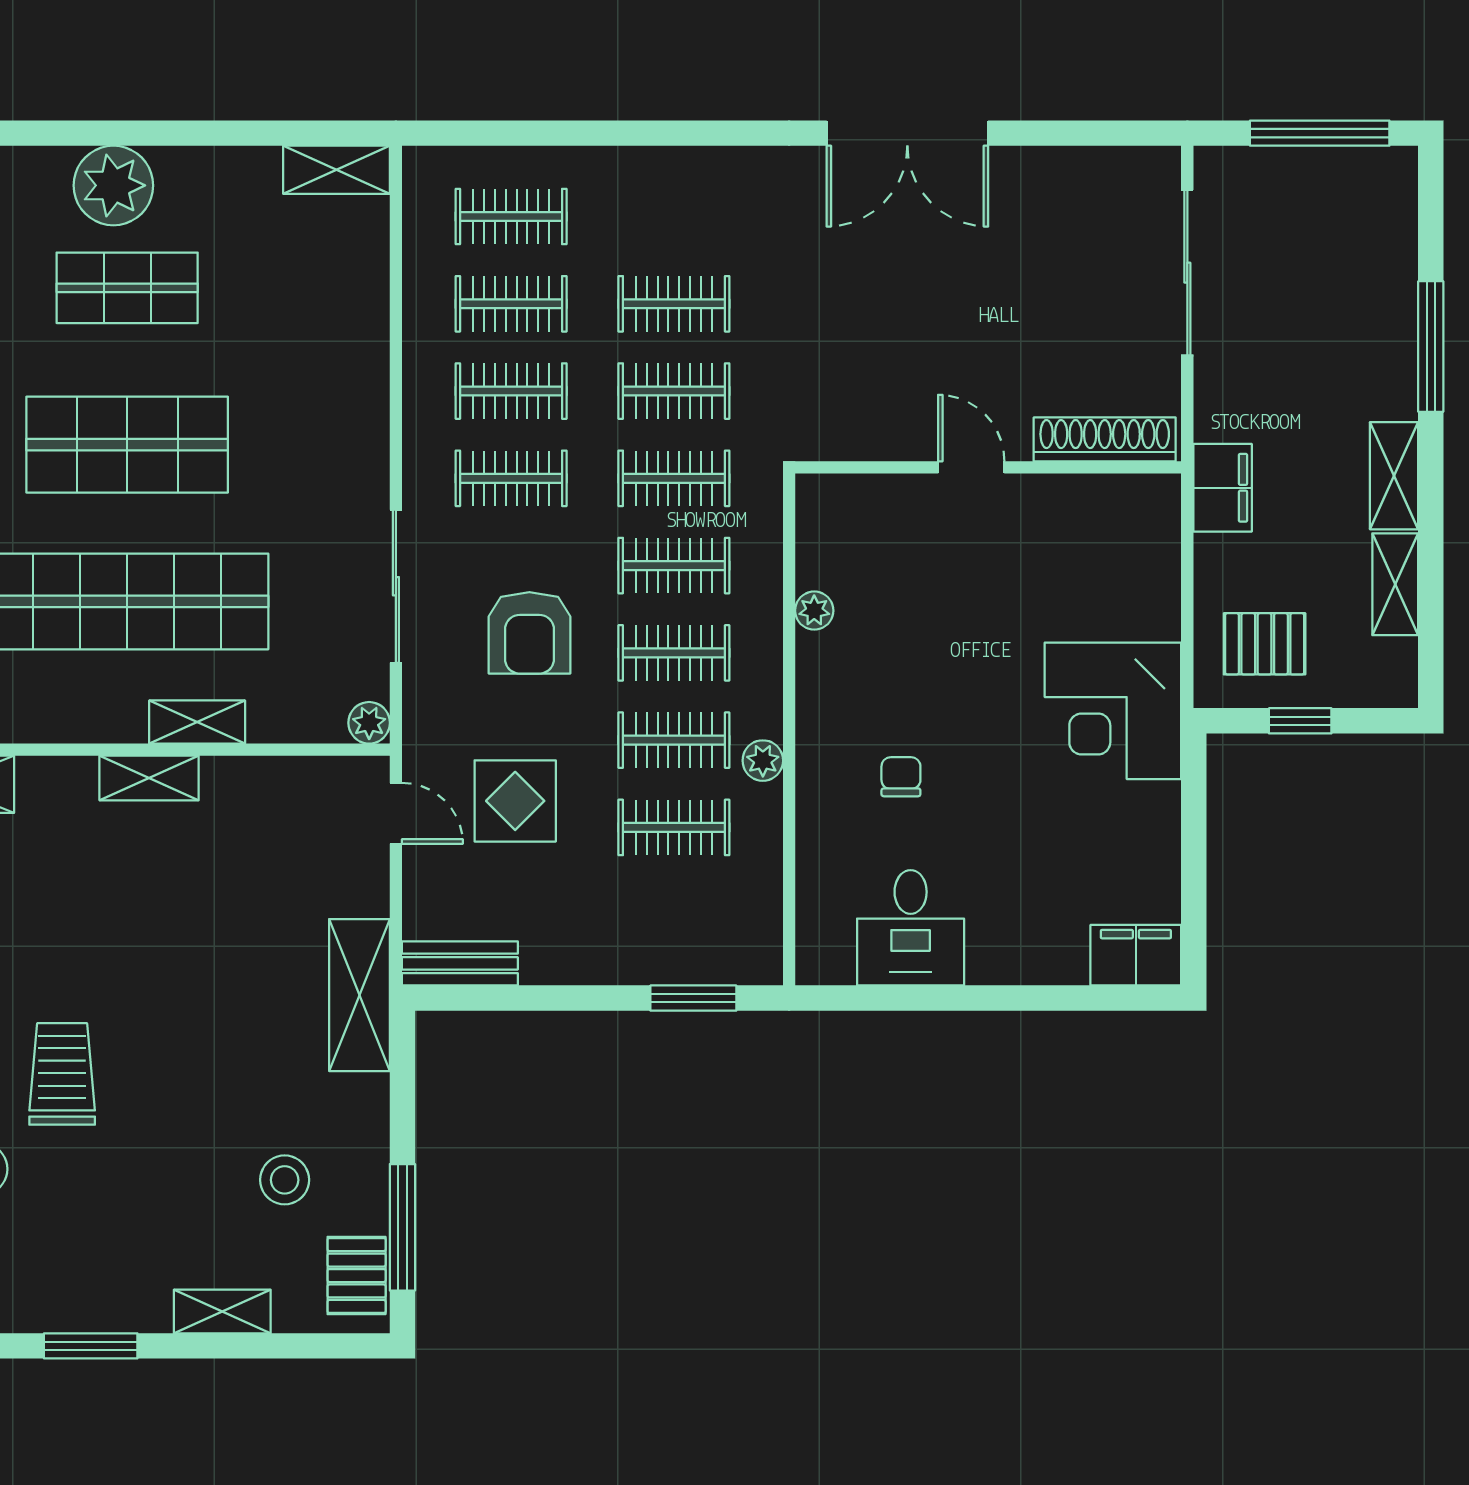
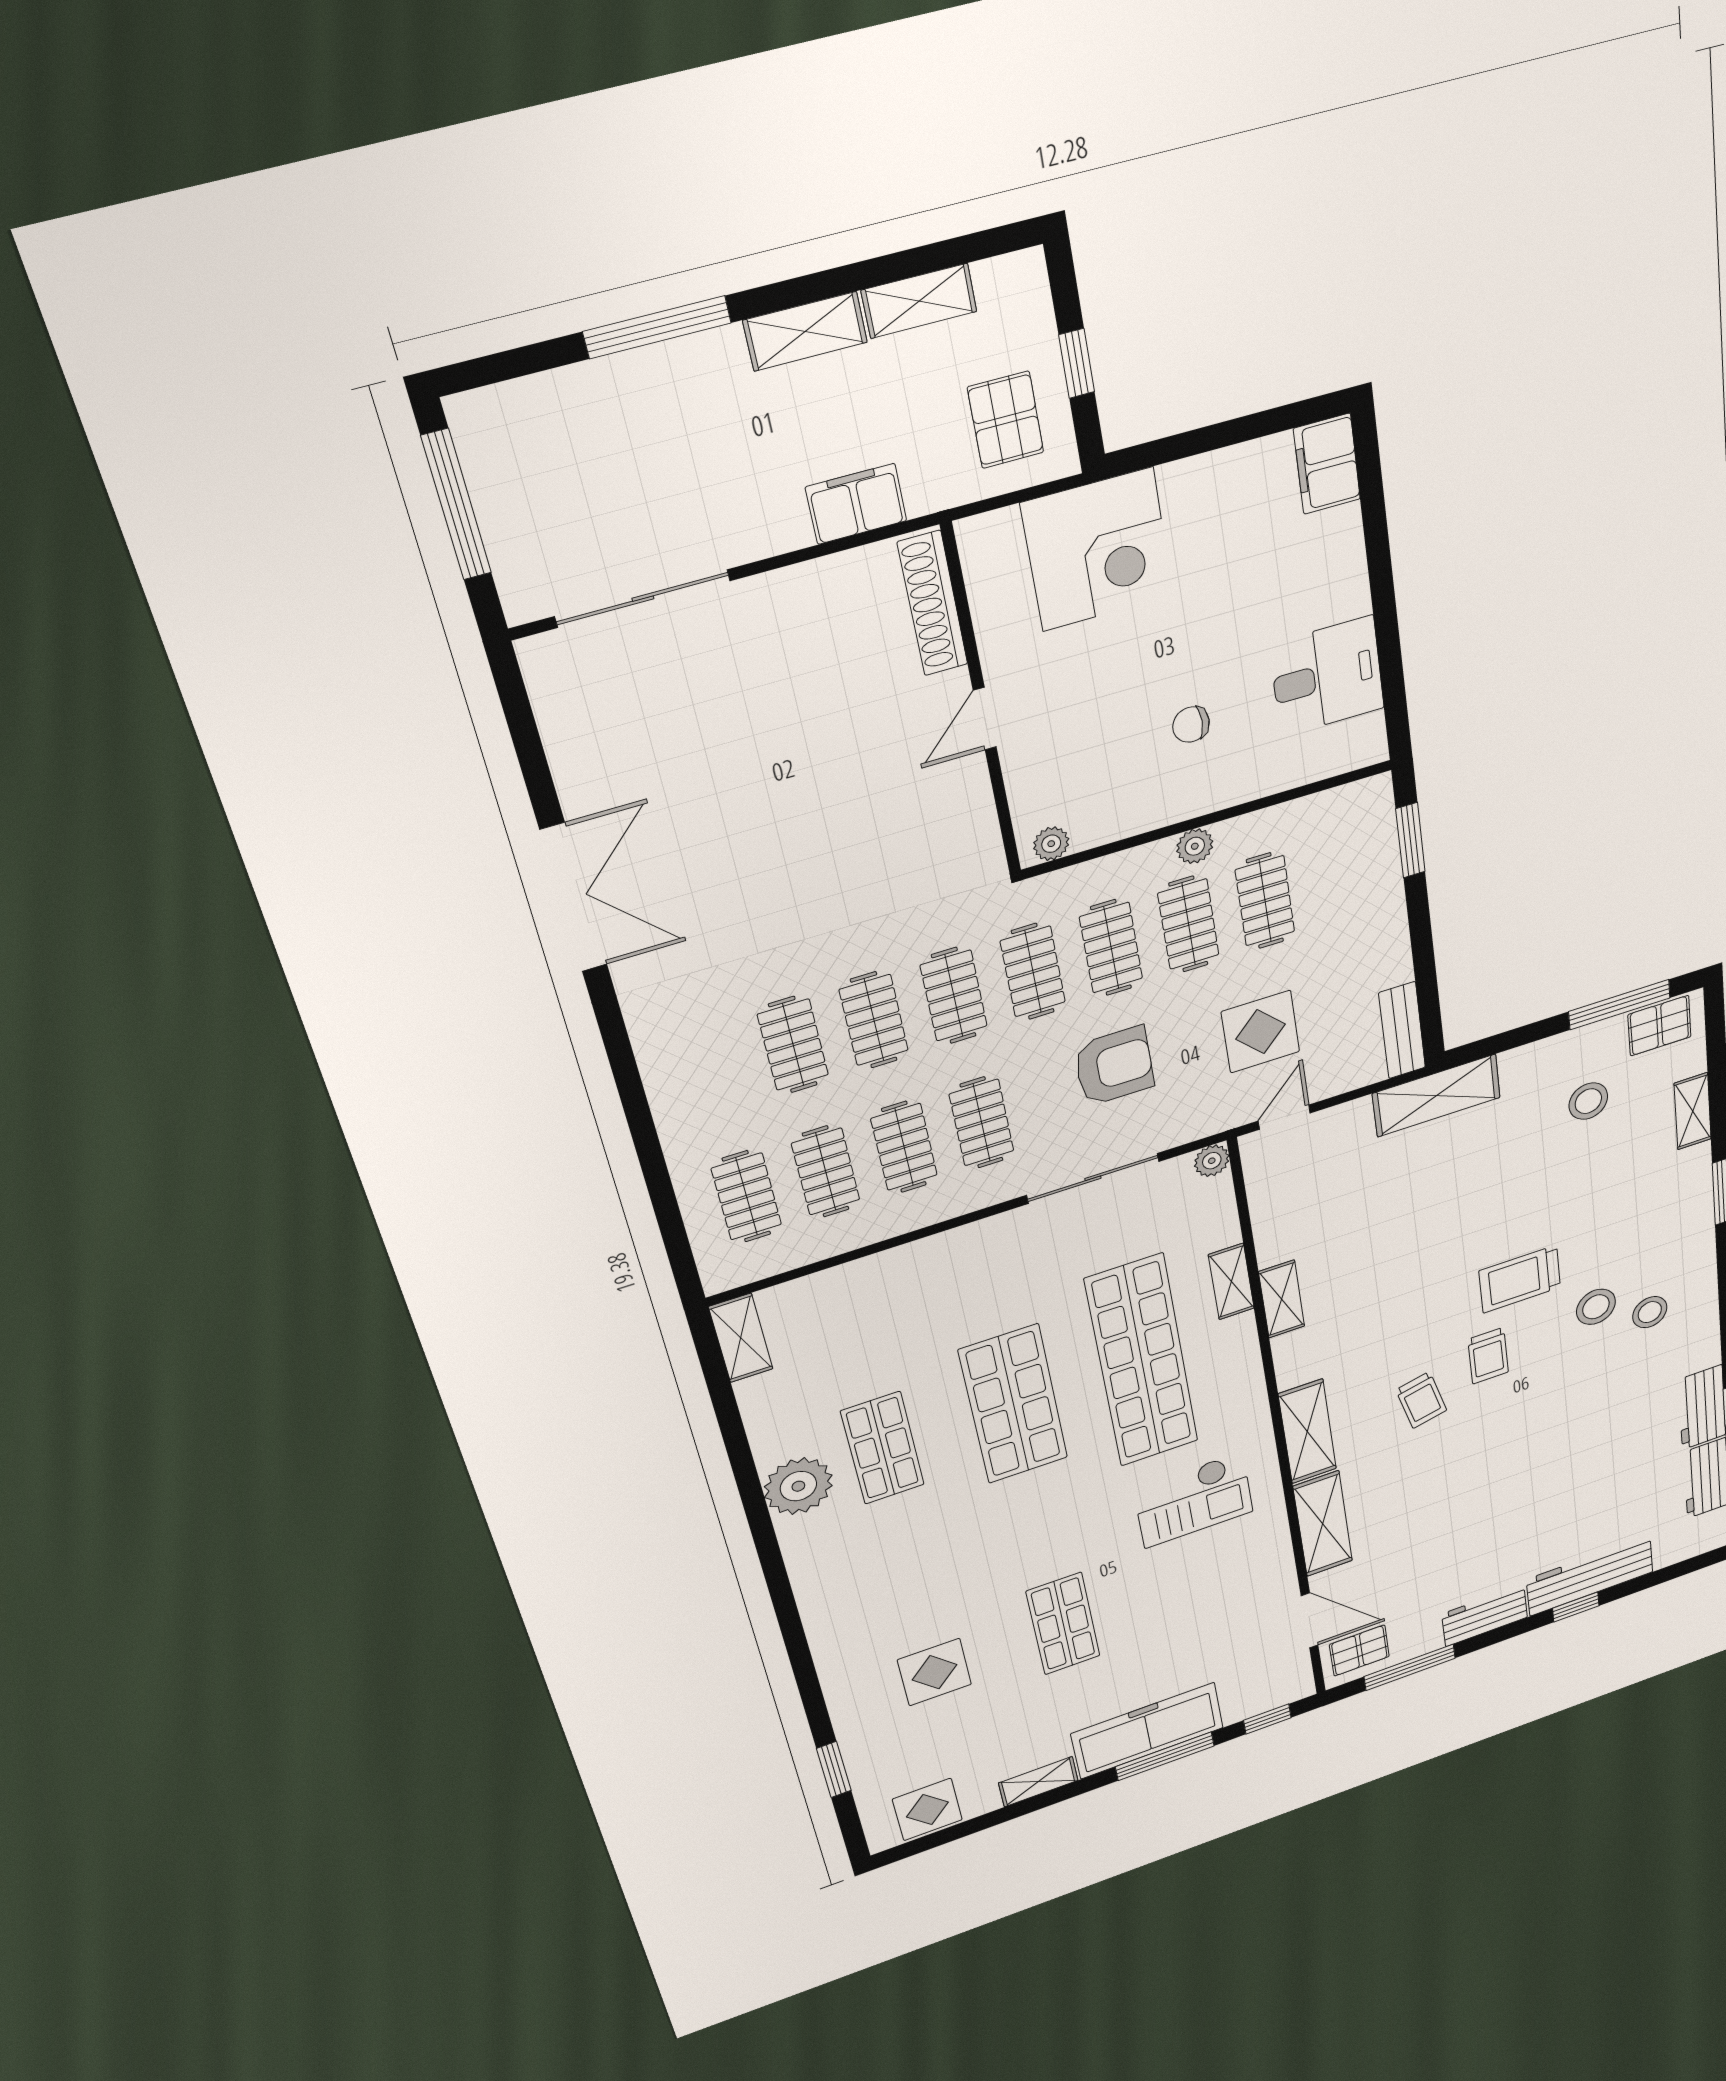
shoe rack: (1105, 439) -> (933, 604), moved
door: (971, 467) -> (985, 719), moved
wall: (988, 467) -> (982, 703), moved

